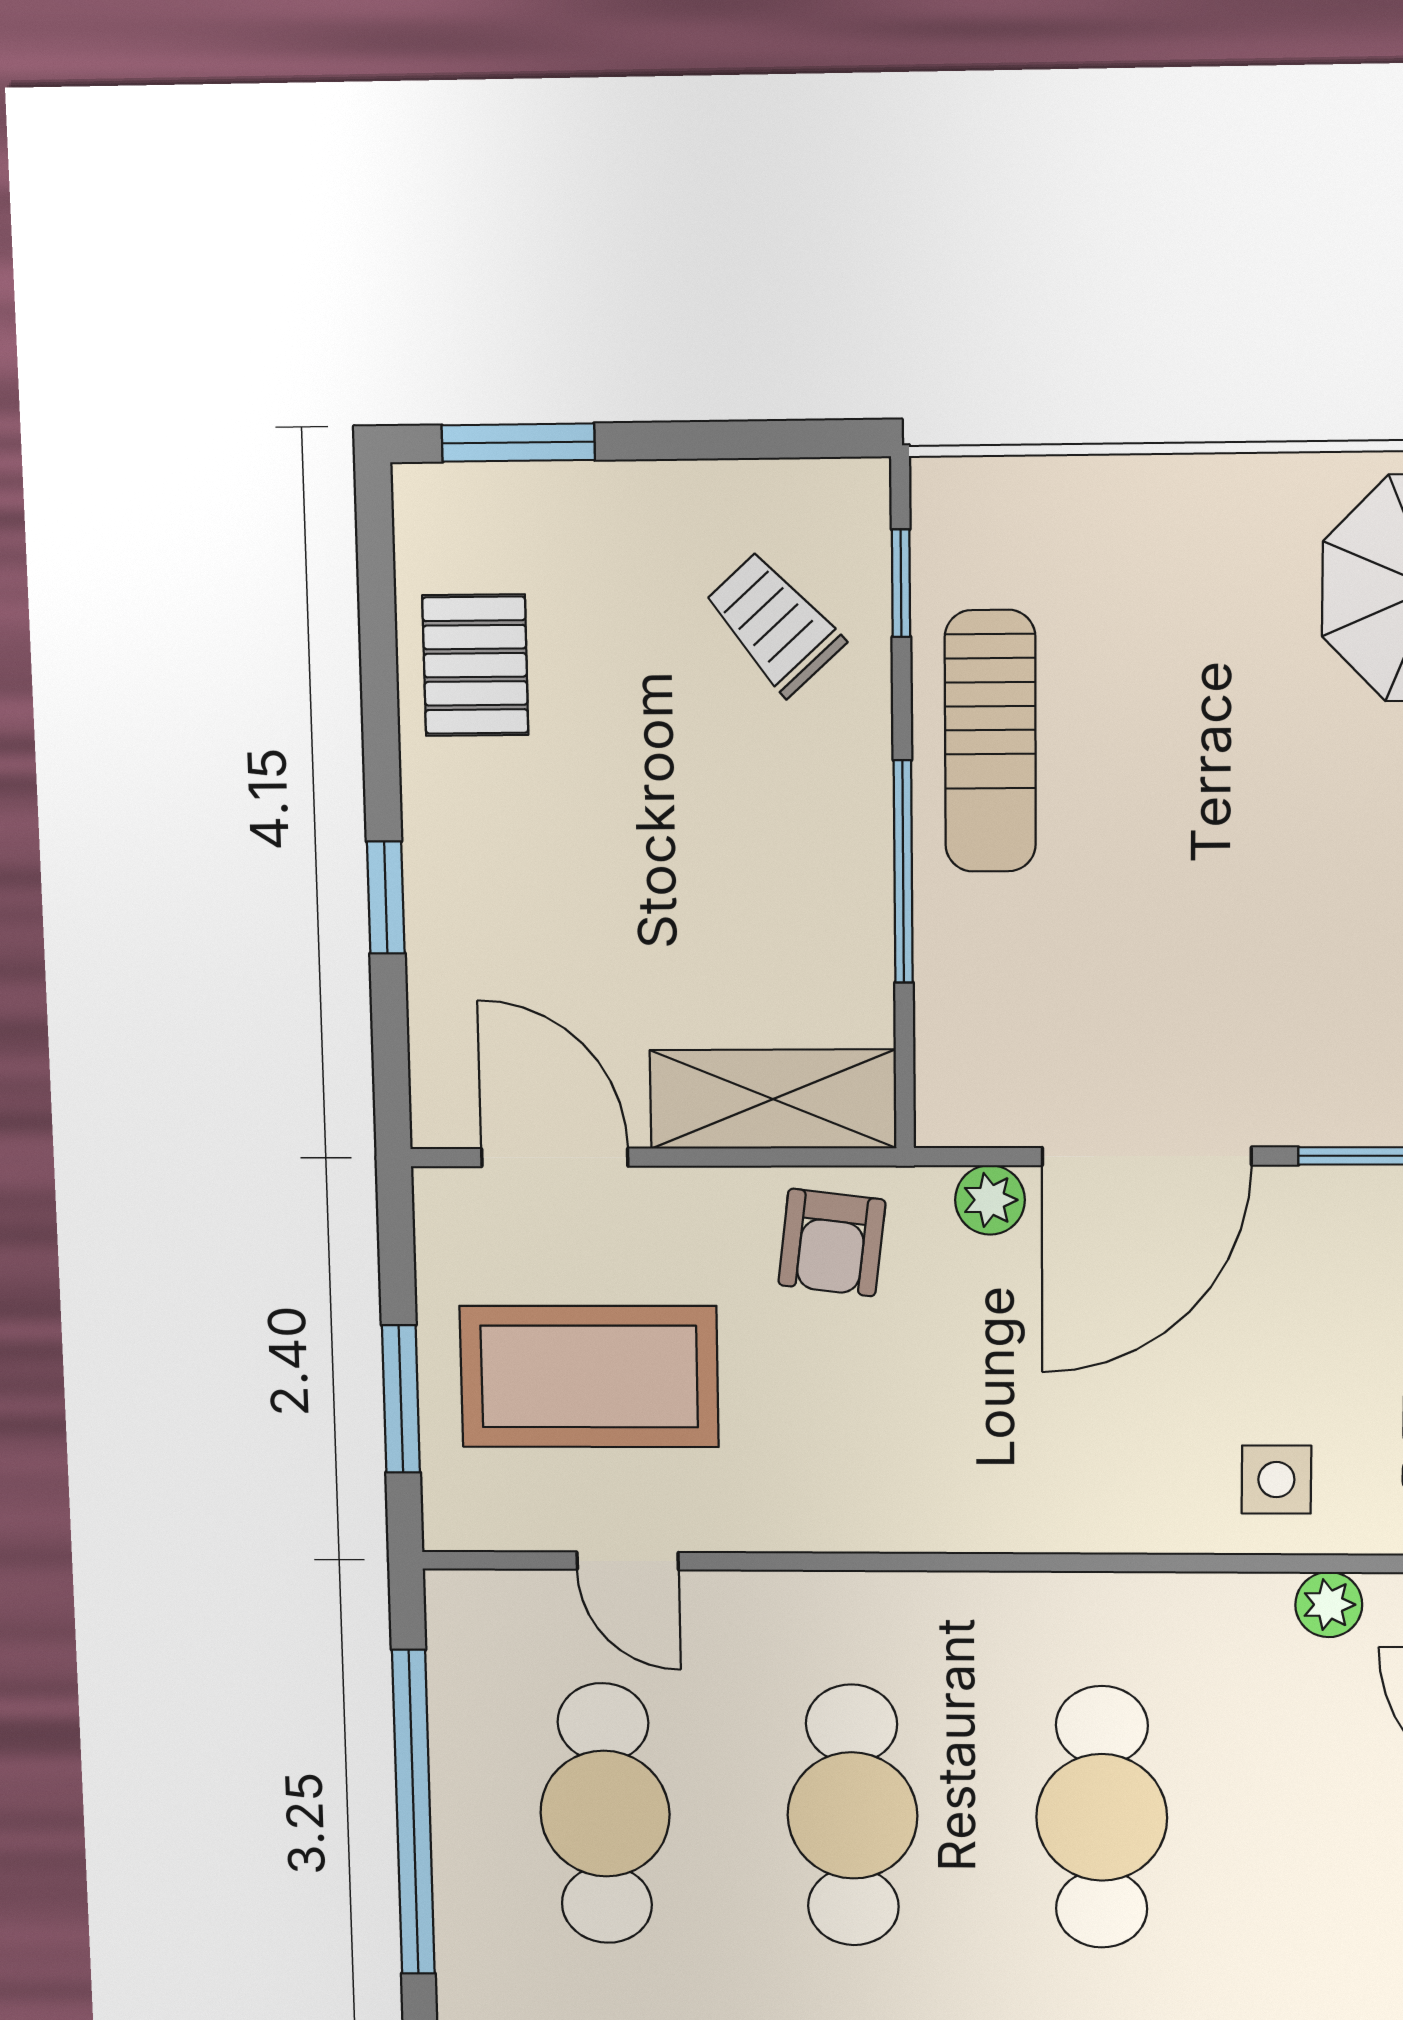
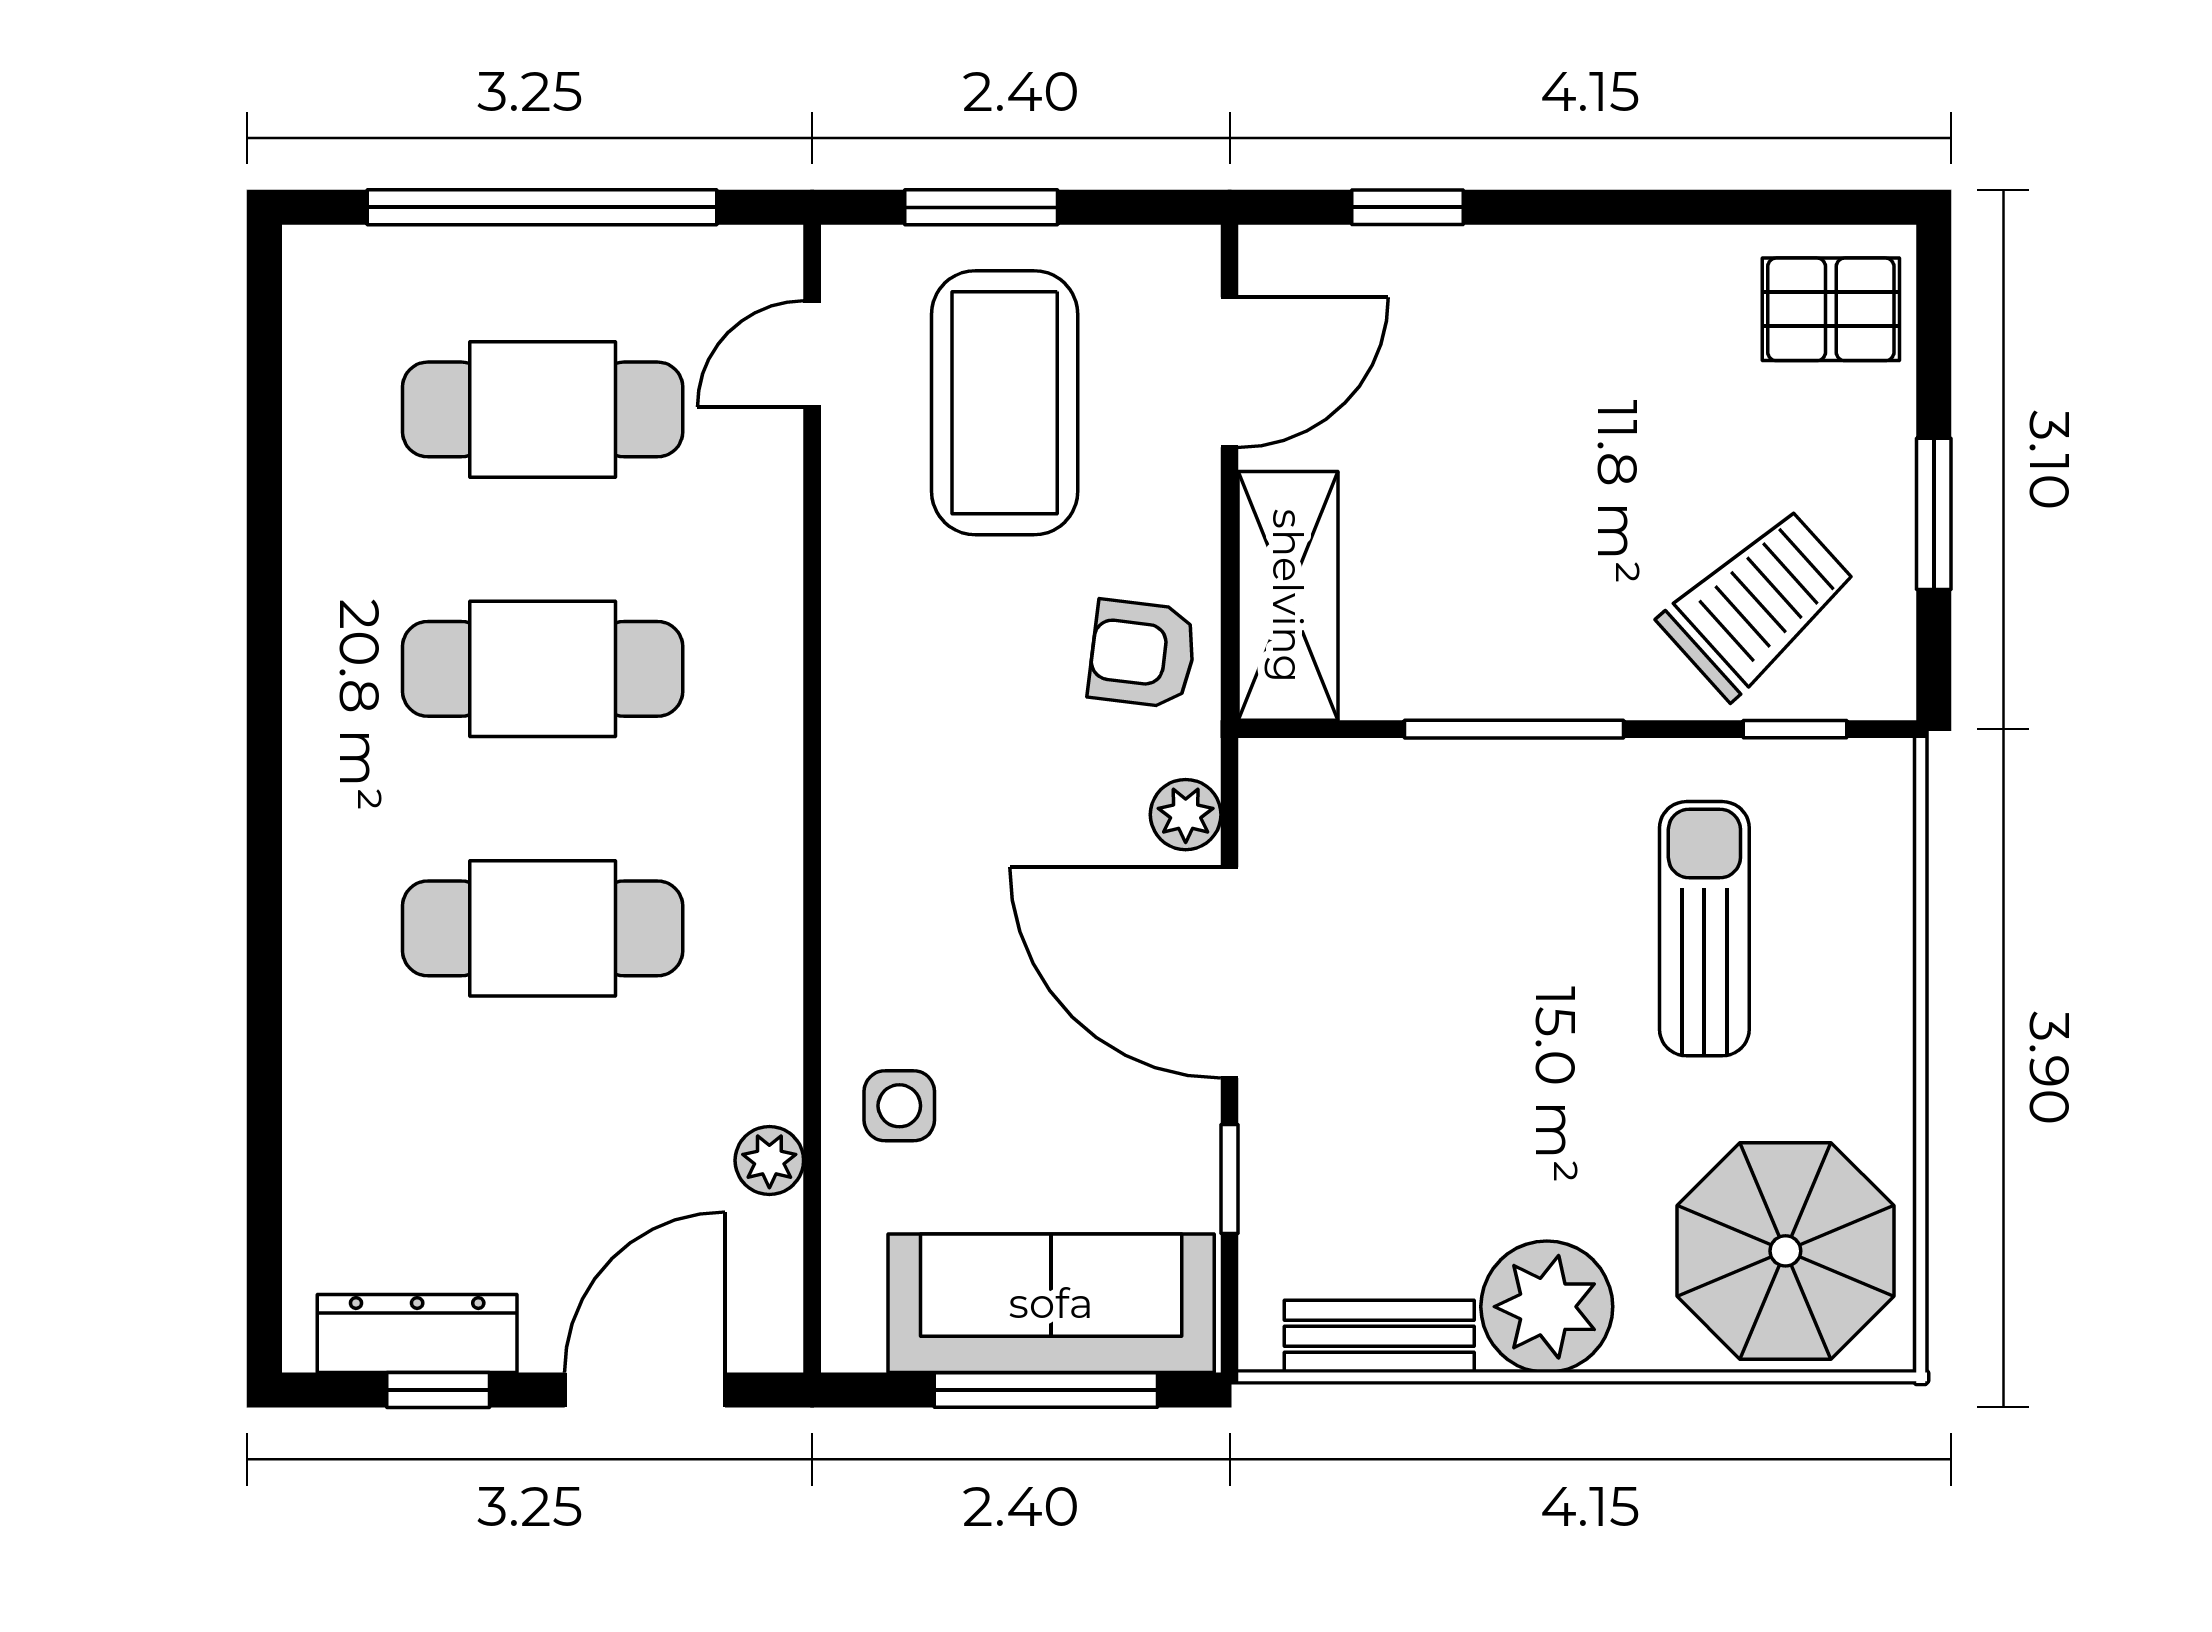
window: (518, 443) -> (1934, 514), moved
trolley: (774, 623) -> (1758, 603), width x1.36, depth x1.39
pallet: (475, 665) -> (1831, 309), moved
sun lounger: (990, 741) -> (1704, 929), moved, turned 90
window: (386, 898) -> (1408, 207), moved
door: (628, 1561) -> (812, 354), moved

